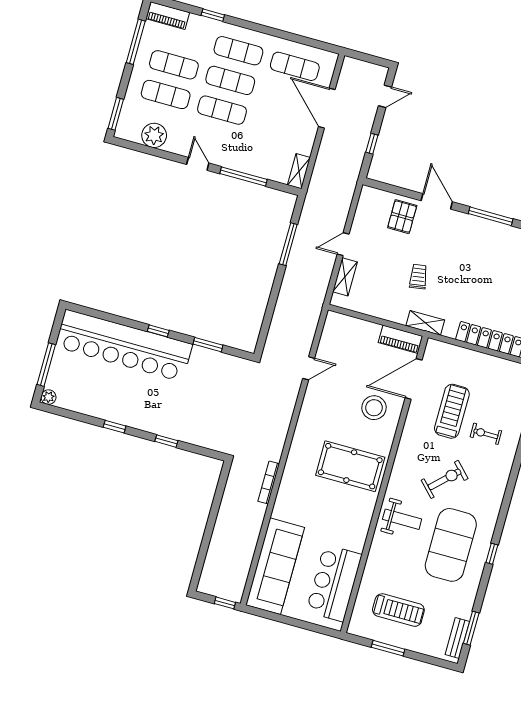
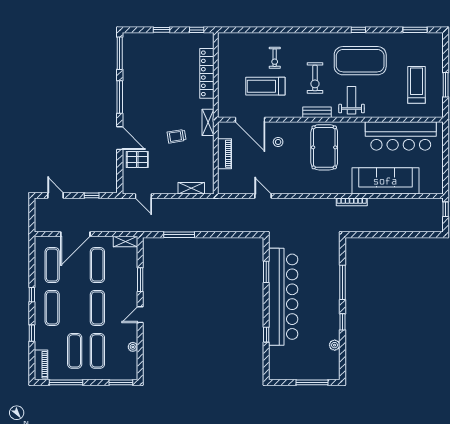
window: (263, 29) -> (32, 295), added
exercise mat: (230, 80) -> (97, 265), moved
plant: (154, 135) -> (133, 347), width x0.53, depth x0.53
window: (243, 176) -> (140, 280), width x0.69
door: (437, 201) -> (120, 138), swing flipped
door: (343, 244) -> (143, 196), moved
window: (158, 331) -> (266, 335), moved
piano: (400, 339) -> (225, 154), moved
bar counter: (124, 345) -> (283, 297), moved
plant: (48, 397) -> (335, 345), moved
stool: (374, 408) -> (278, 142), width x0.53, depth x0.53
window: (166, 441) -> (342, 282), width x2.17
exercise bike: (445, 479) -> (315, 78), turned -136
sofa: (275, 566) -> (385, 181), moved
bar counter: (334, 583) -> (401, 136), width x1.36
bench: (457, 638) -> (317, 112), moved

